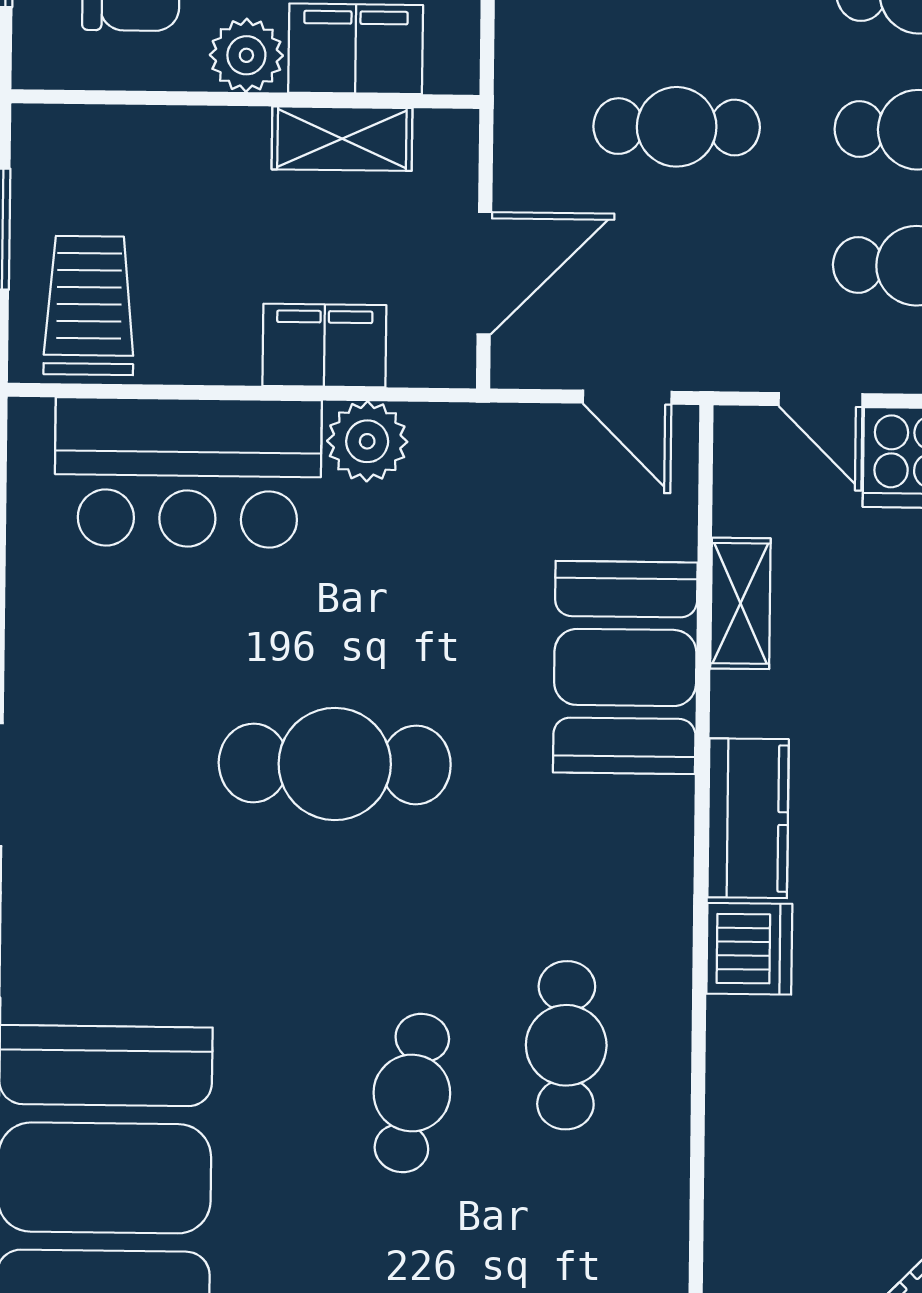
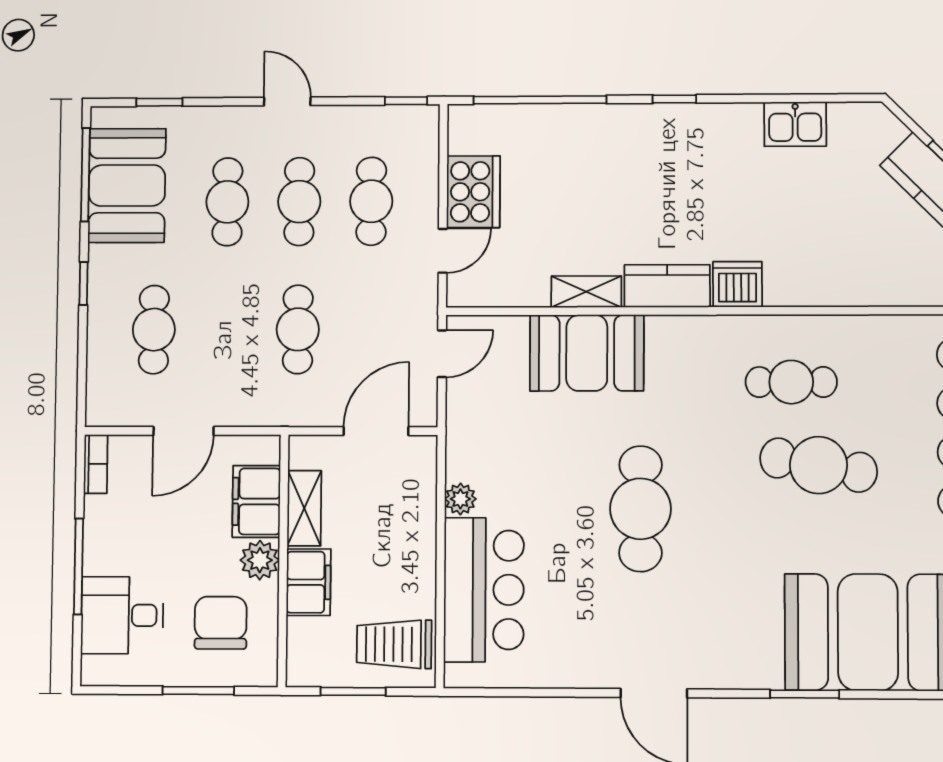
door: (484, 273) -> (376, 431), hinge flipped
filing cabinet: (324, 346) -> (309, 582), moved, turned 180
plant: (367, 441) -> (460, 499), width x0.73, depth x0.73
shelving: (740, 603) -> (586, 292), moved
cafe table: (412, 1093) -> (819, 465), width x1.37, depth x1.35

